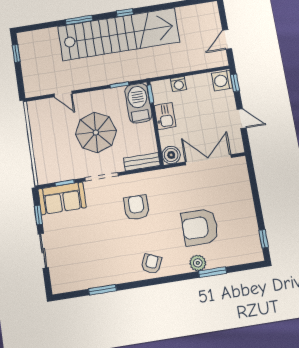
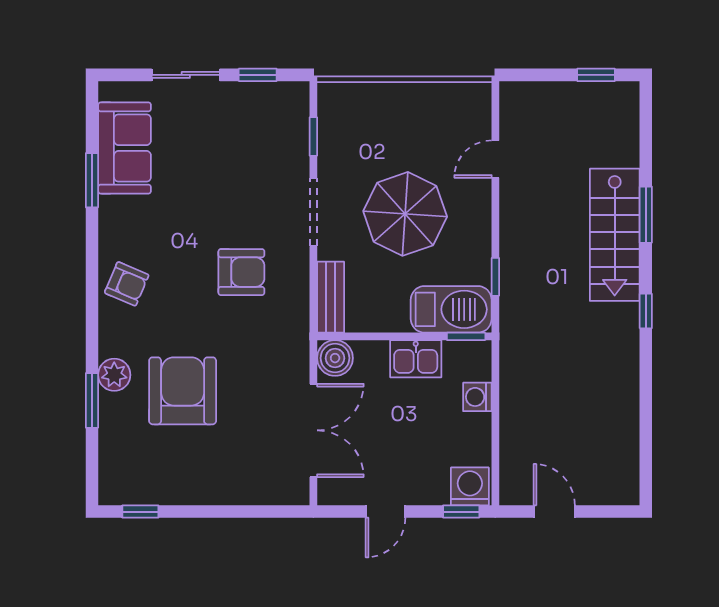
stairs: (119, 34) -> (615, 235), width x0.54, depth x0.66
sofa: (62, 198) -> (125, 148), moved, turned 180

